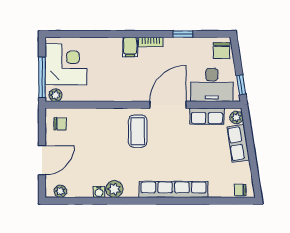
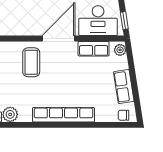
row of seats: (238, 143) -> (124, 87), moved

